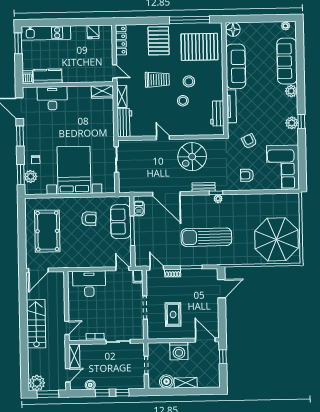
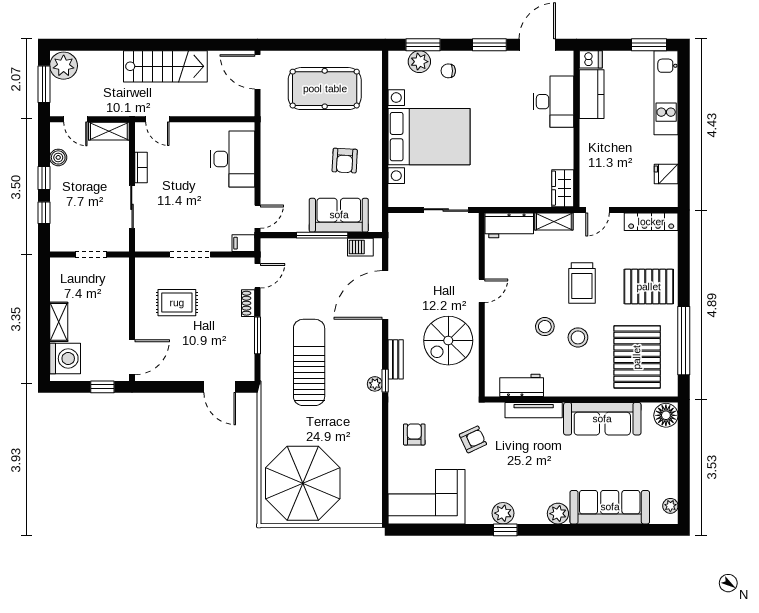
spiral stairs: (192, 157) -> (448, 341), turned -90
washing machine: (179, 351) -> (65, 358), moved, turned 180
boiler: (166, 382) -> (62, 289), removed

